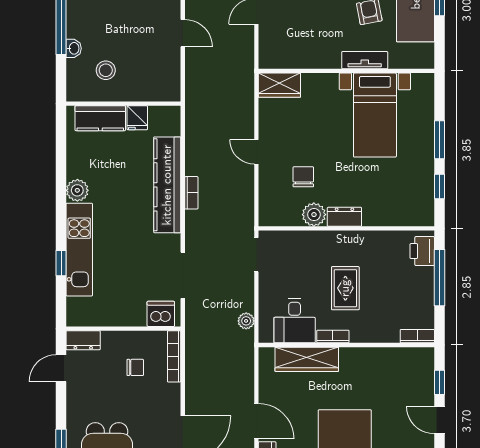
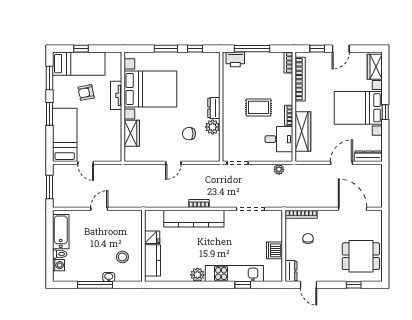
wardrobe: (279, 85) -> (132, 133), moved
bed with nightstands: (375, 115) -> (150, 89), width x1.36
dishwasher: (161, 314) -> (275, 250), moved
bookcase: (391, 355) -> (300, 79), added

